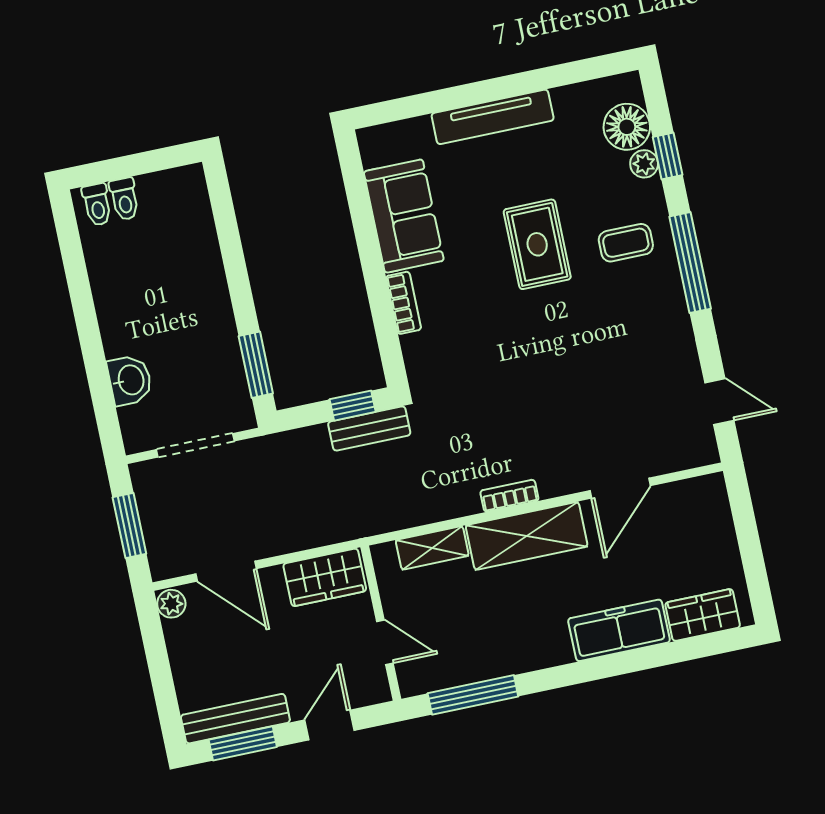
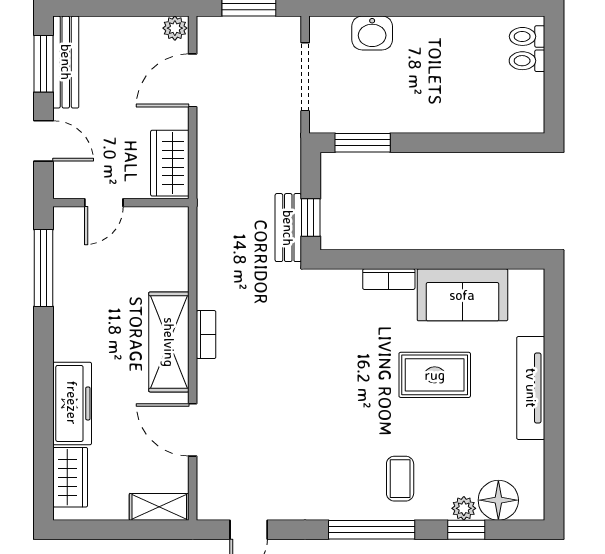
rug: (537, 244) -> (435, 375), moved
shelving: (432, 548) -> (159, 507), moved, turned 90

